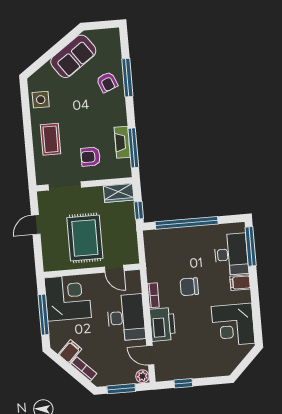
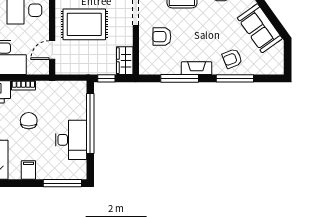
fireplace: (122, 142) -> (197, 68), moved
window: (133, 148) -> (180, 78), moved
armchair: (91, 157) -> (162, 37), turned -90
desk: (231, 254) -> (71, 140), moved, turned -90

